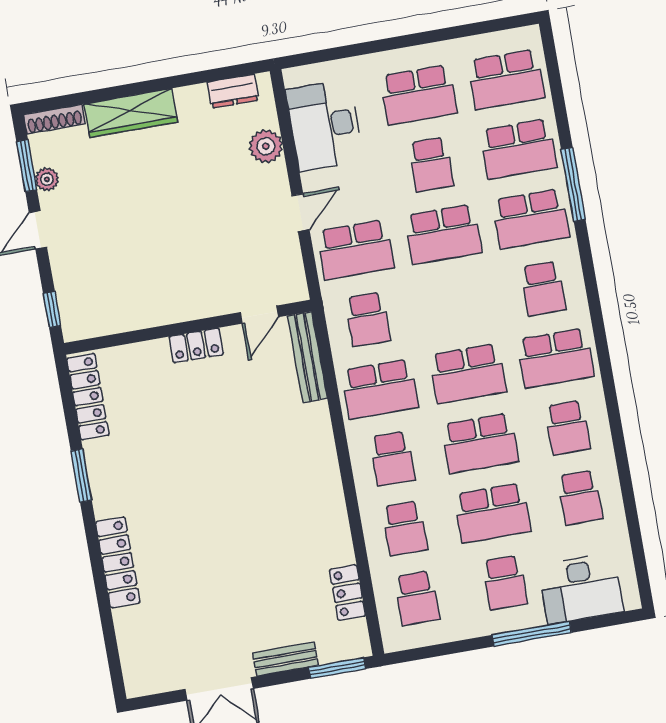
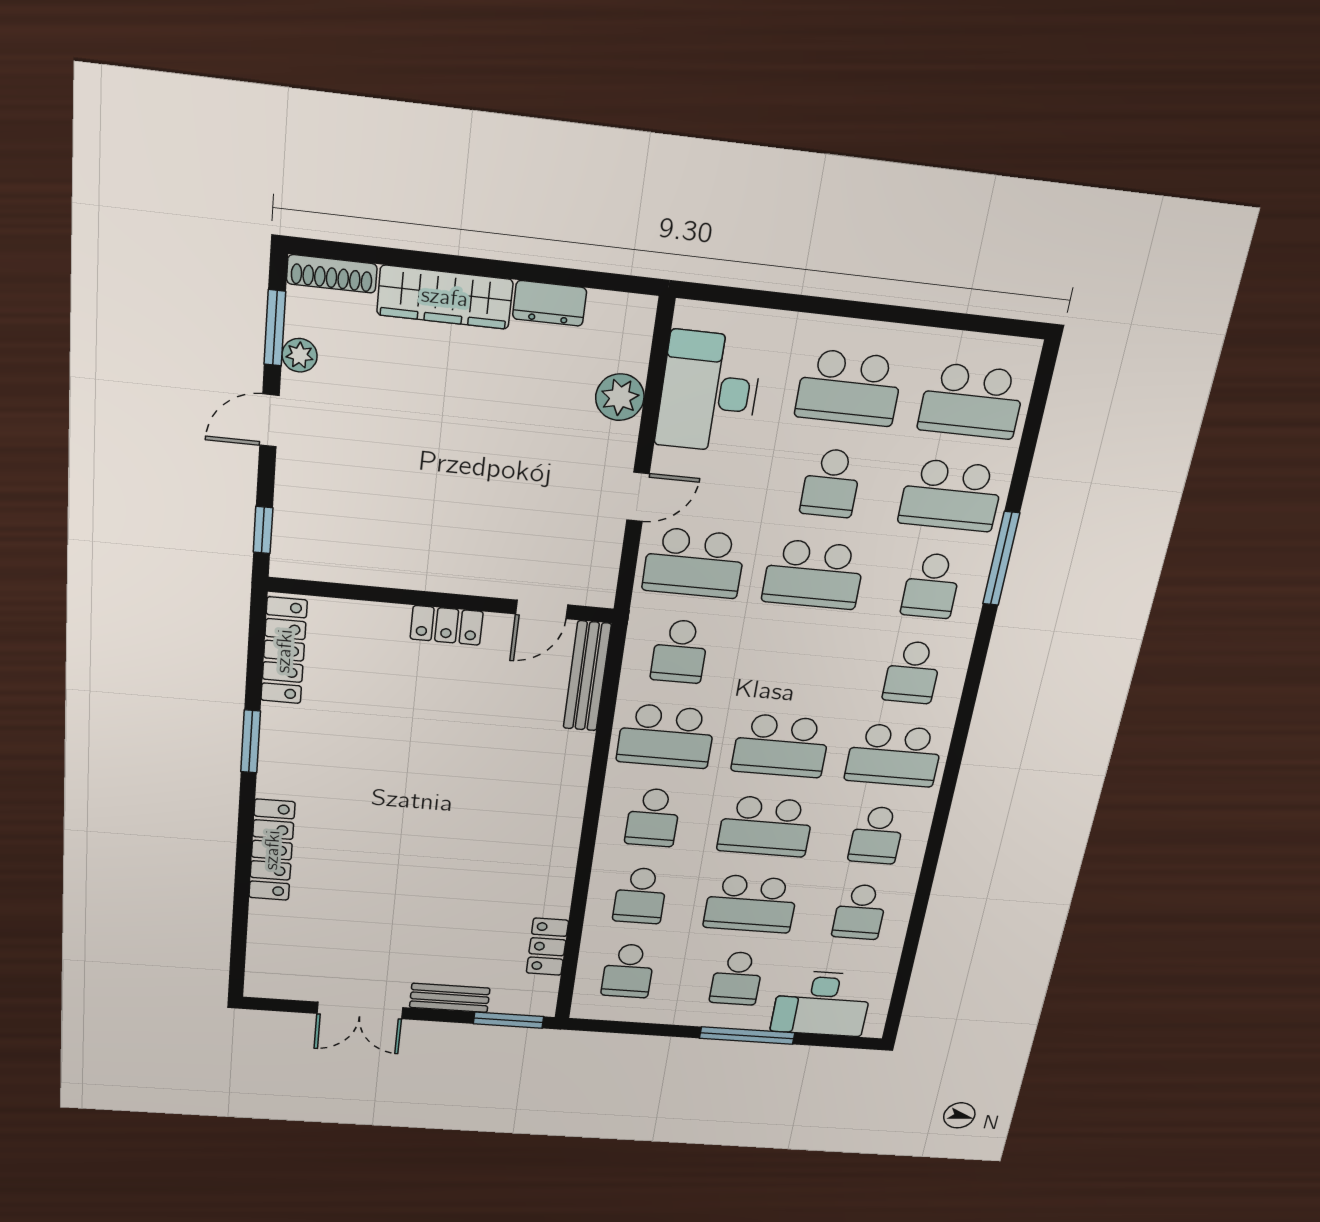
dresser: (233, 91) -> (550, 303), moved
school desk: (531, 219) -> (931, 586), width x0.54

